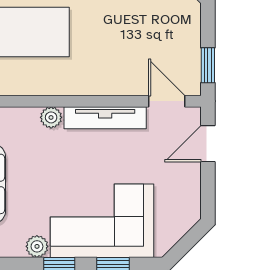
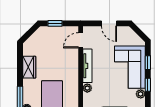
window: (208, 65) -> (55, 23), moved
door: (208, 144) -> (109, 23), moved

